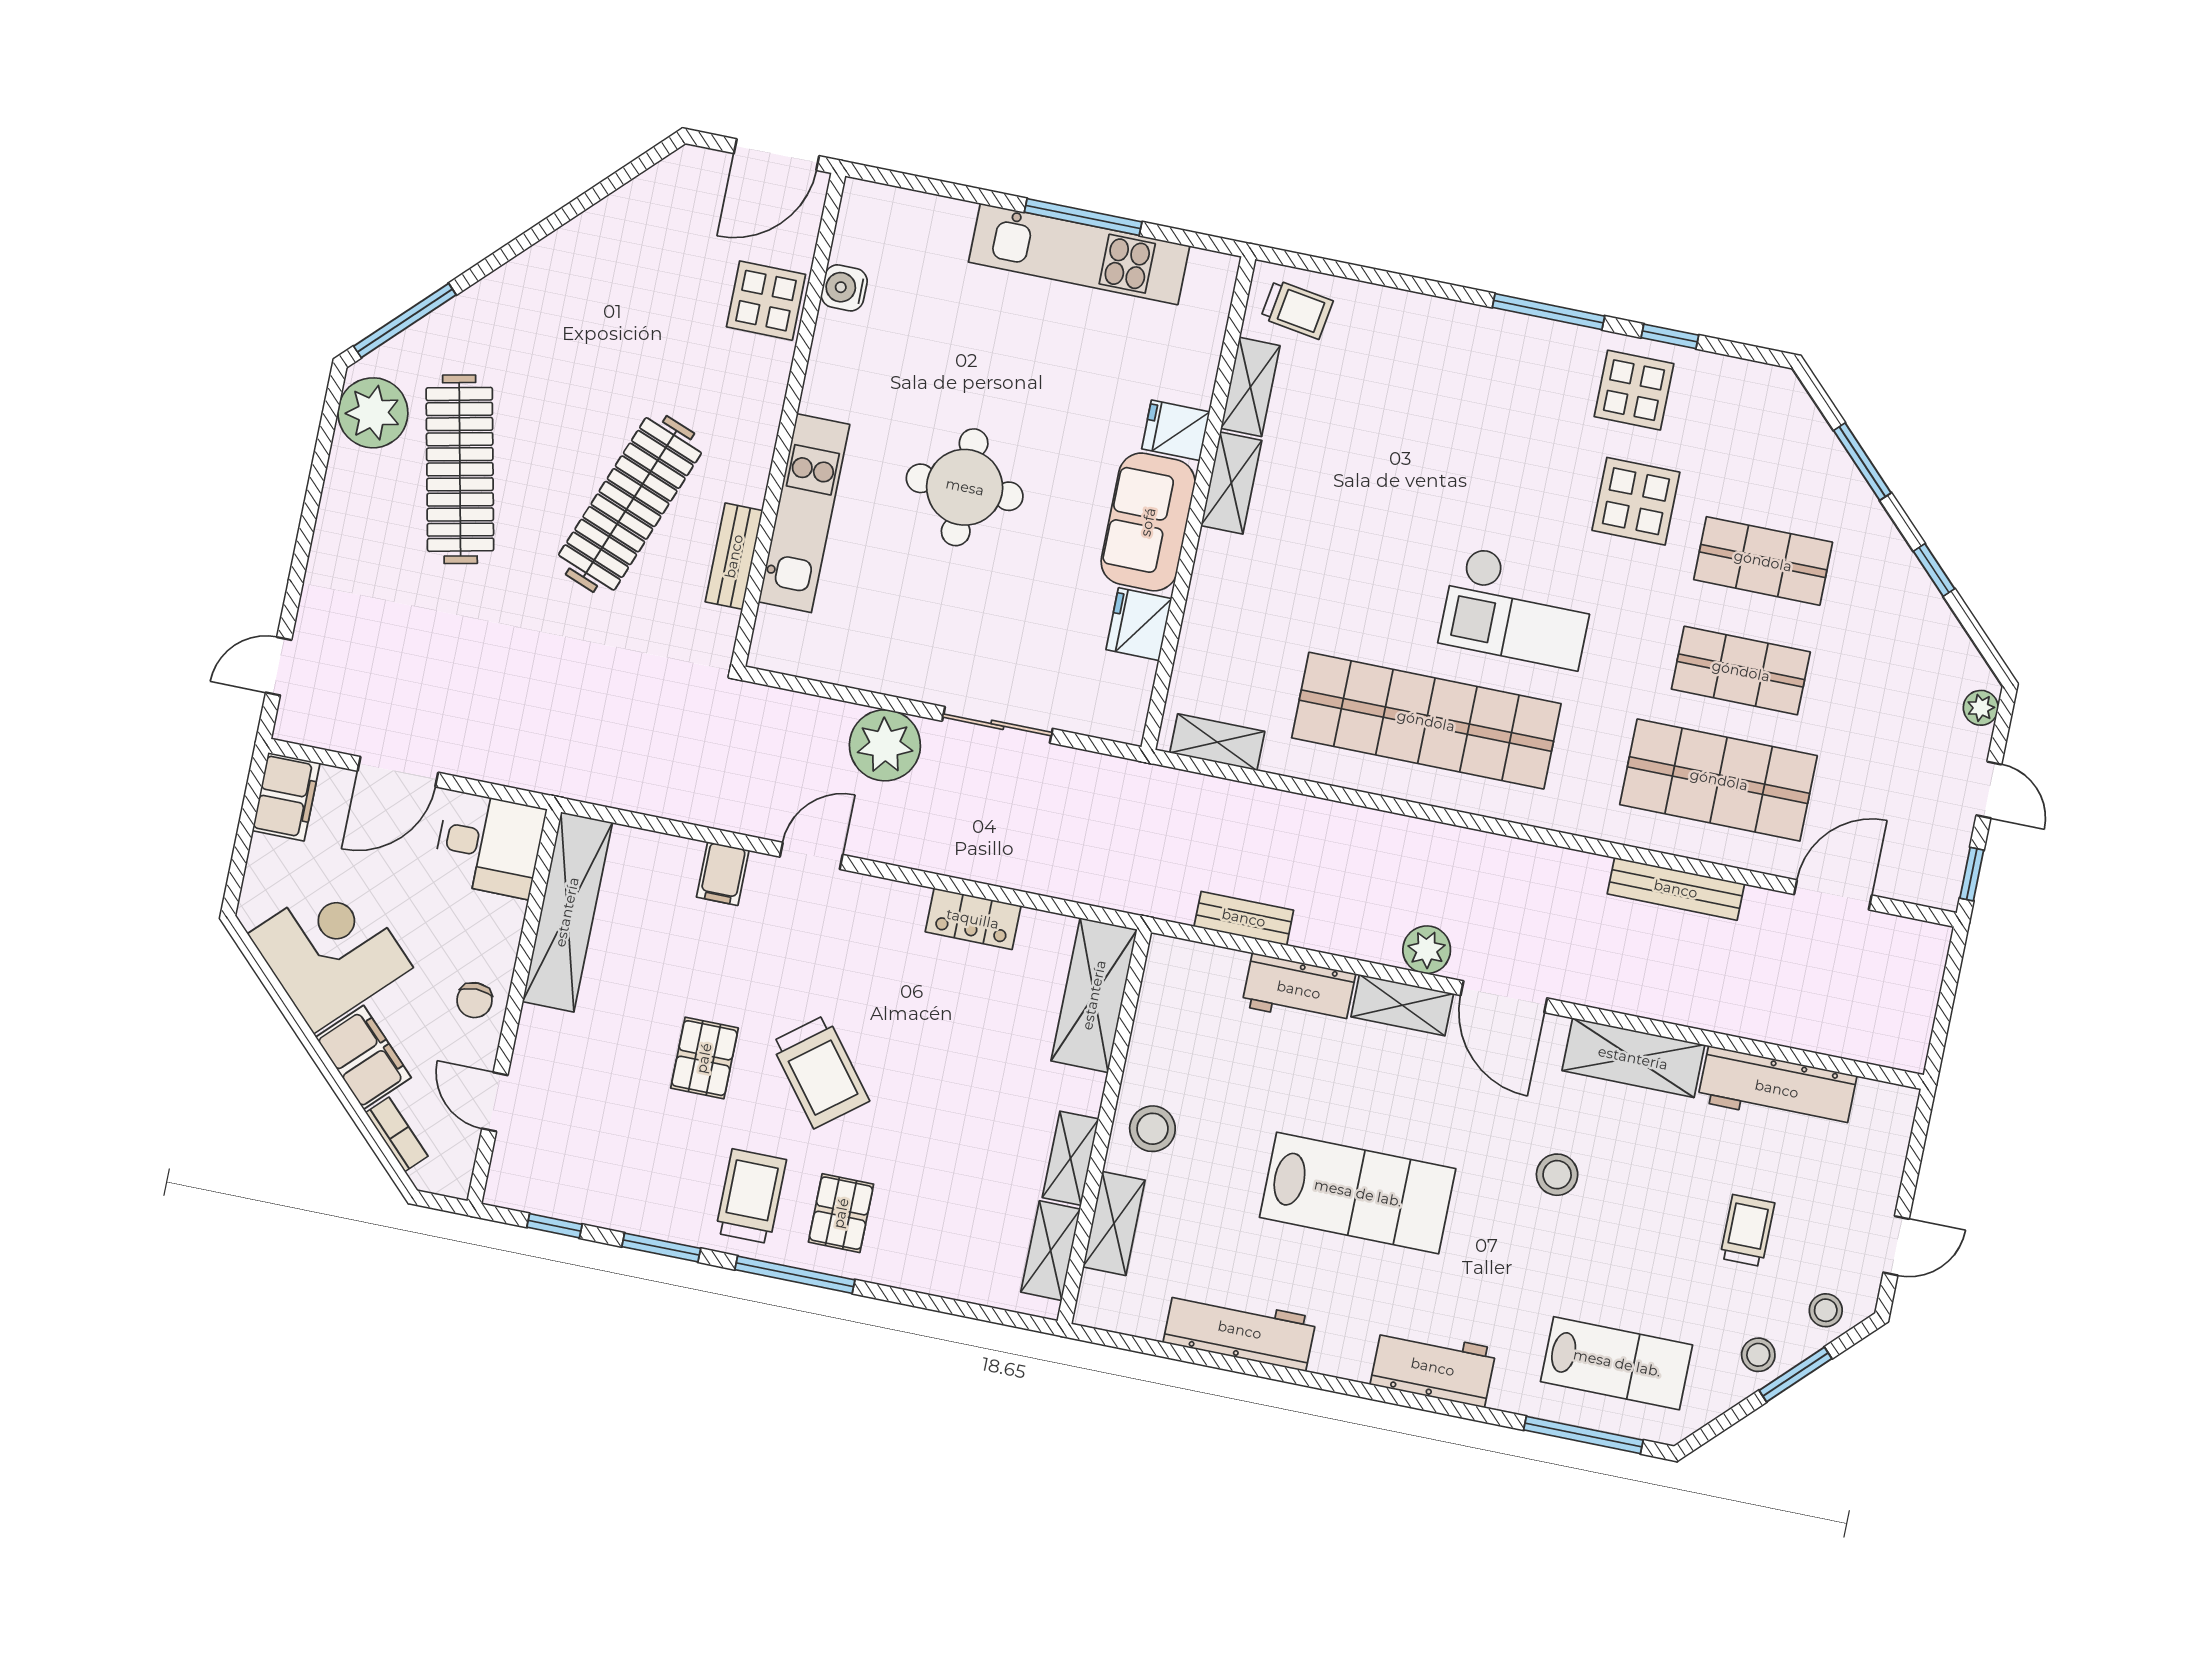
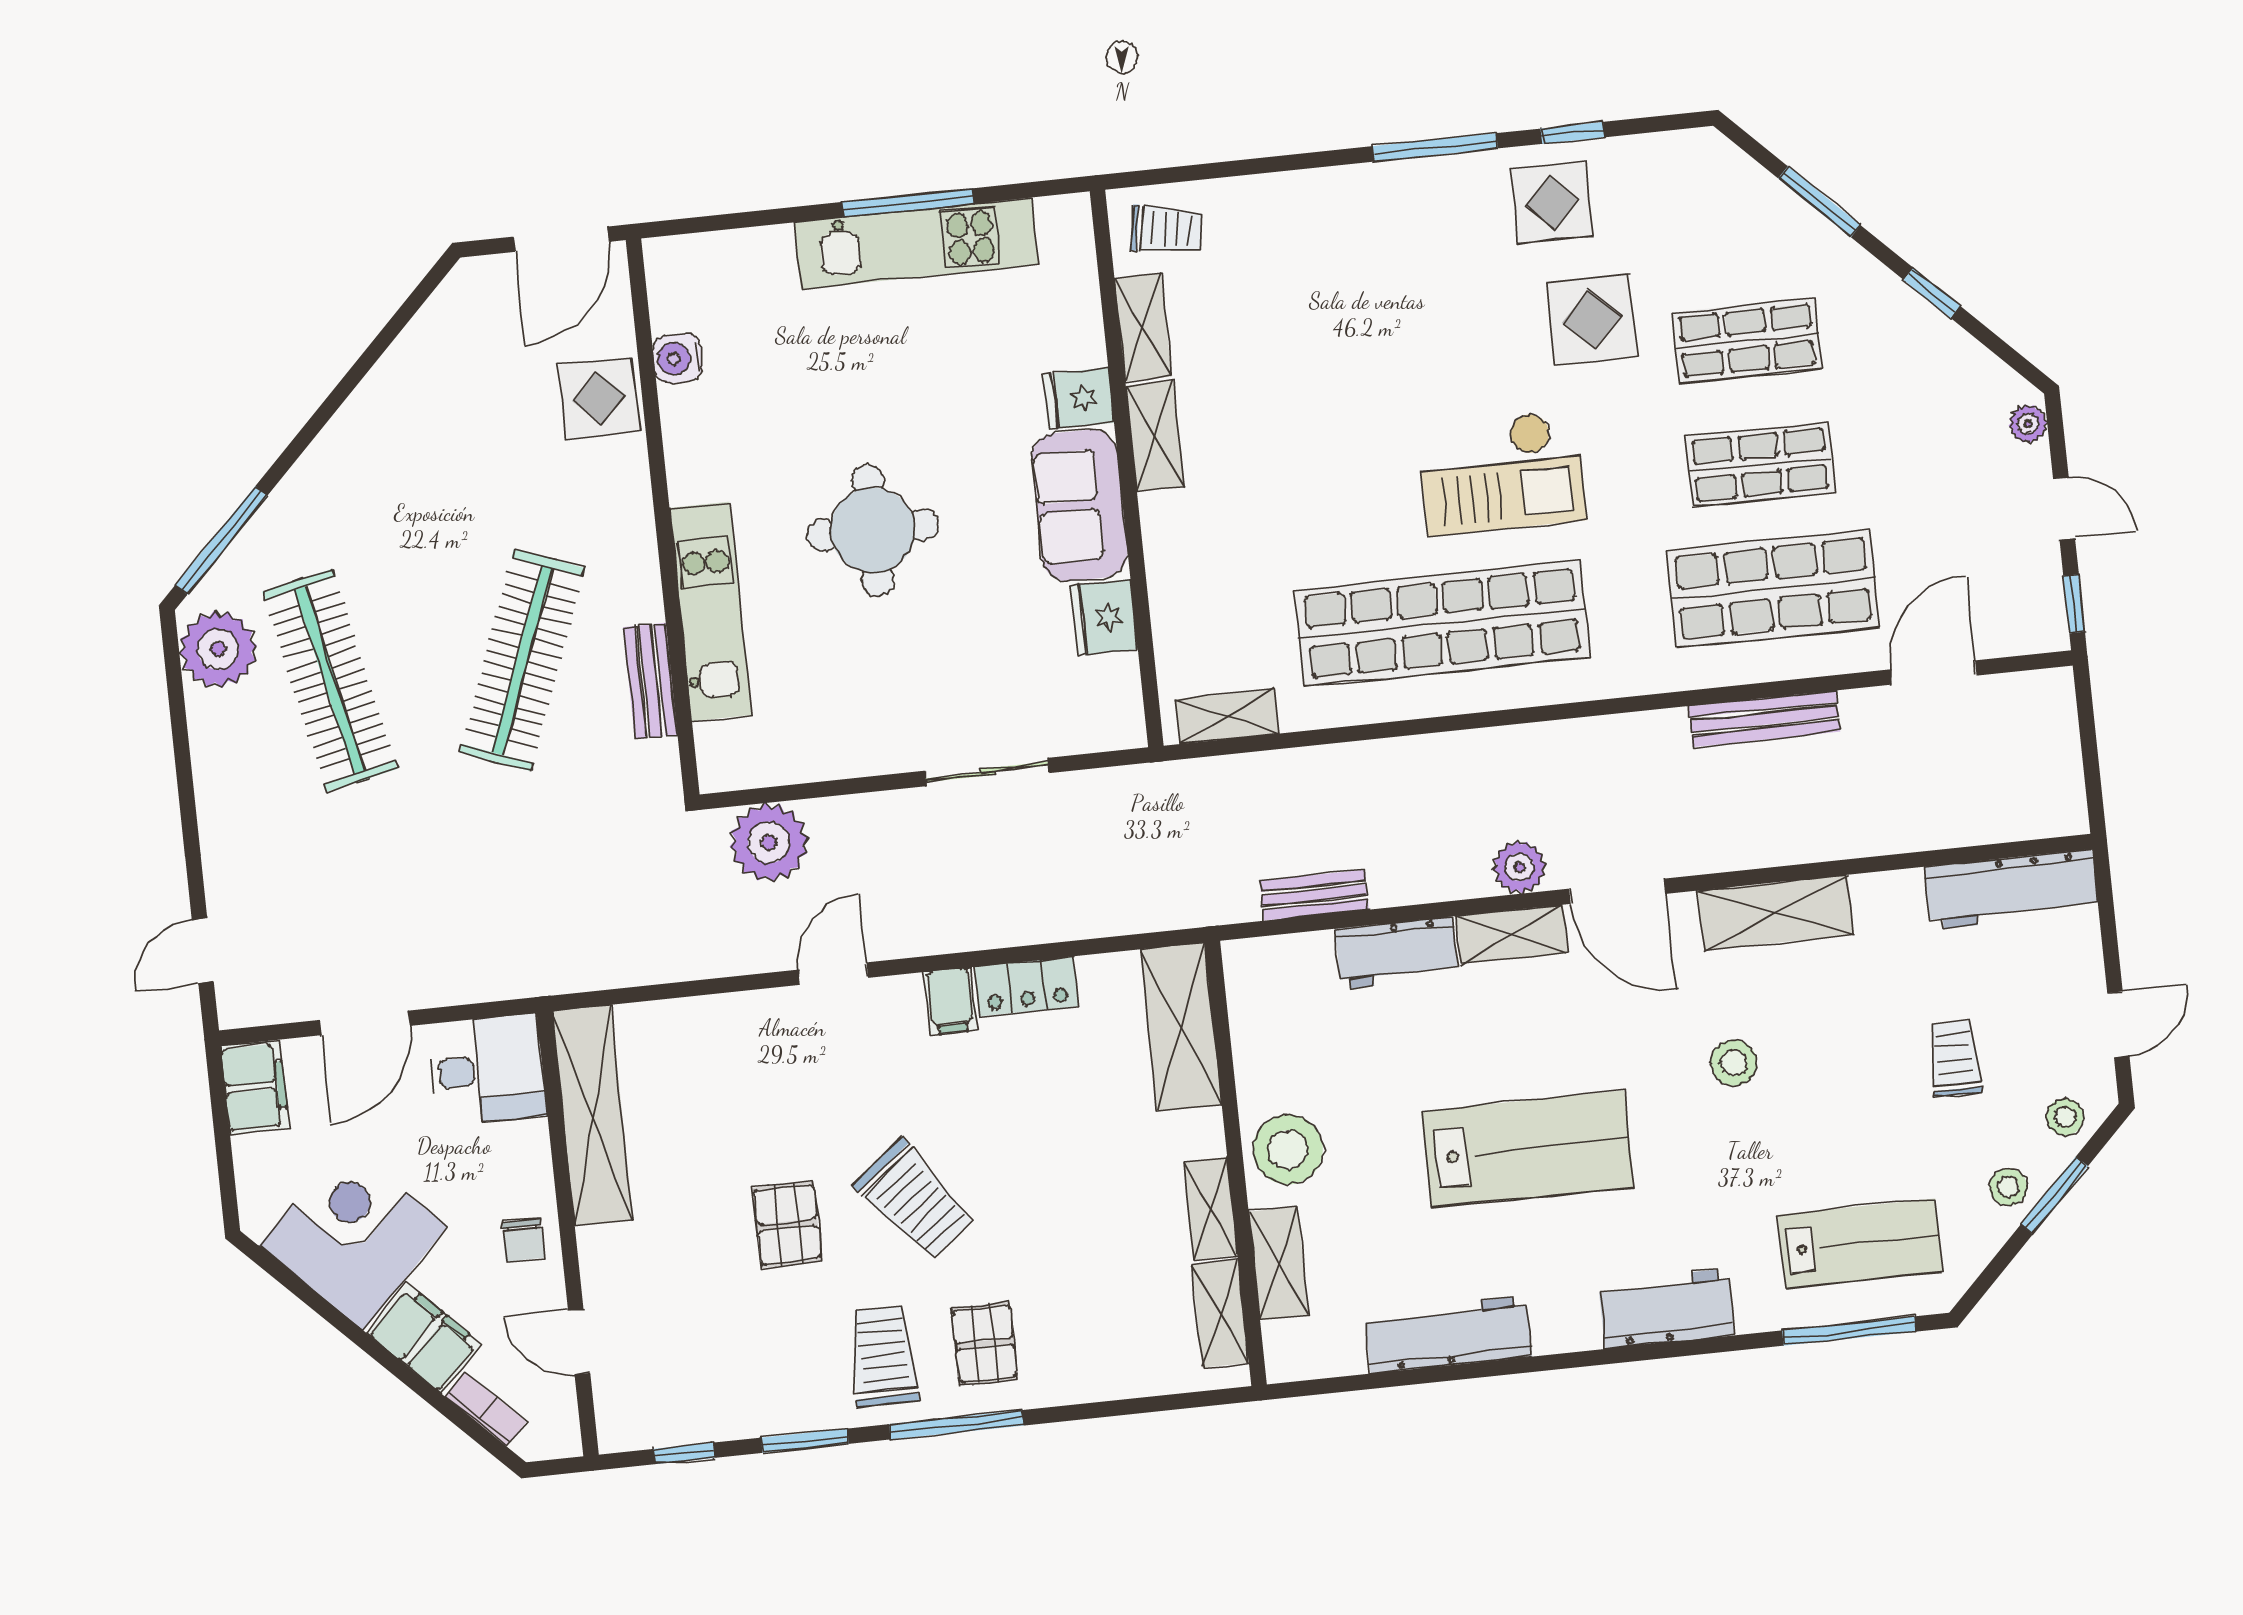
plant: (885, 745) -> (769, 842), moved
filing cabinet: (723, 874) -> (950, 1001), moved
workbench: (1777, 1089) -> (2011, 890), moved
stool: (1152, 1129) -> (1288, 1150), width x1.38, depth x1.38

